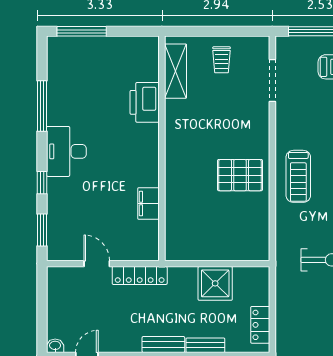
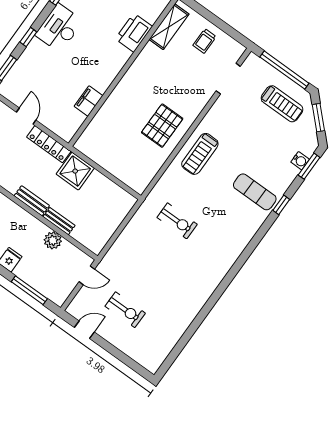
pallet: (240, 175) -> (162, 126), turned 90
shower: (215, 283) -> (75, 171), moved
locker: (260, 325) -> (105, 234), removed

